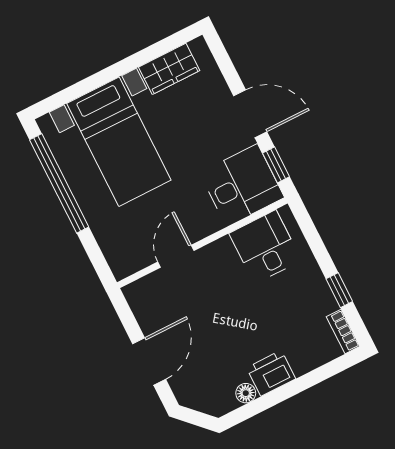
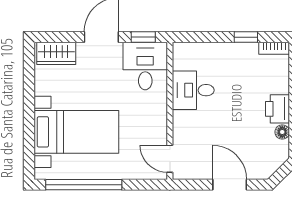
wardrobe: (169, 69) -> (56, 53), moved, turned 90
desk: (265, 247) -> (193, 90), moved
door: (176, 256) -> (170, 159), moved

